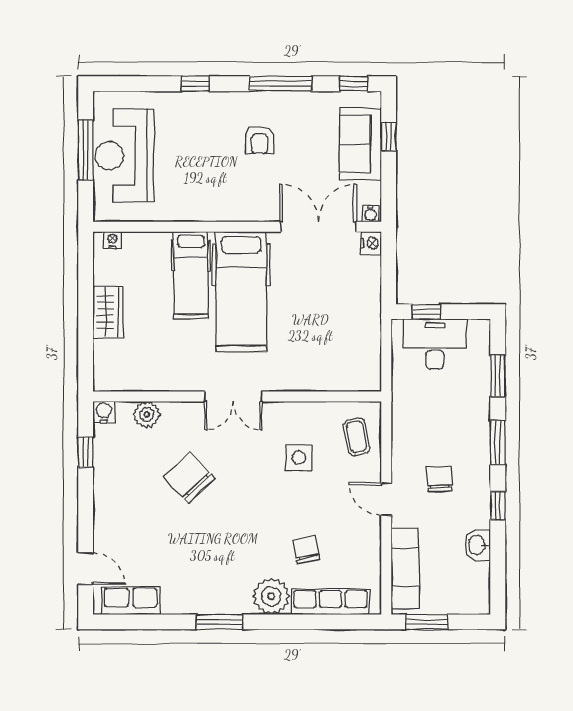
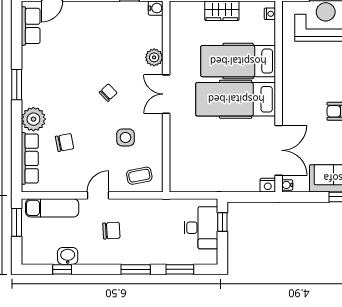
hospital bed: (191, 275) -> (238, 61), width x1.37, depth x1.29
plant: (147, 415) -> (154, 57), moved
chair: (189, 478) -> (108, 93), moved, width x0.54, depth x0.54
window: (498, 506) -> (62, 269), moved

